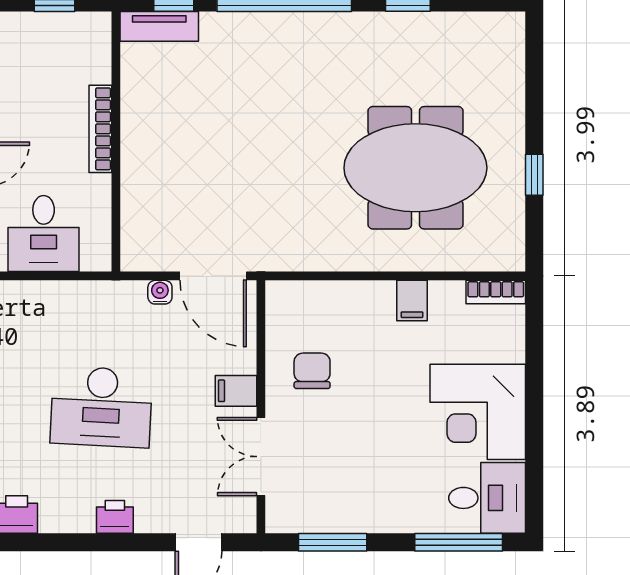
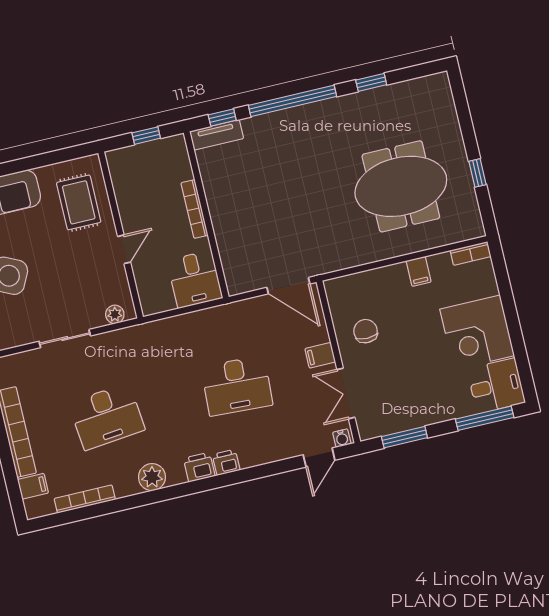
desk: (44, 234) -> (195, 279), moved
water cooler: (160, 292) -> (342, 438), moved, turned 180
printer: (115, 517) -> (226, 462), moved

